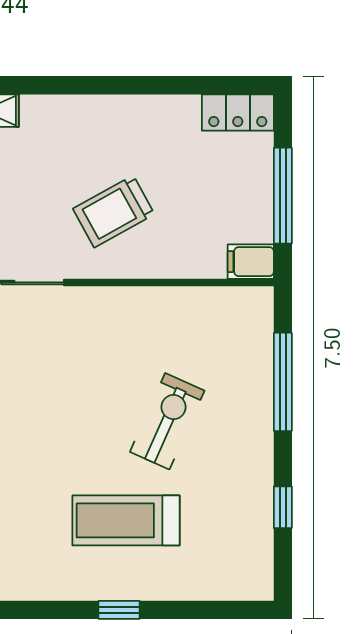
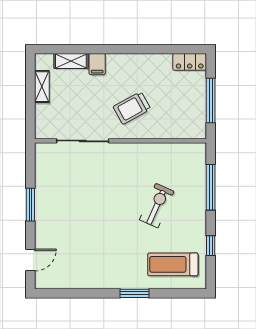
filing cabinet: (251, 262) -> (97, 64), moved, turned -90
treadmill: (126, 520) -> (173, 264), moved
window: (119, 610) -> (134, 293), width x1.50

